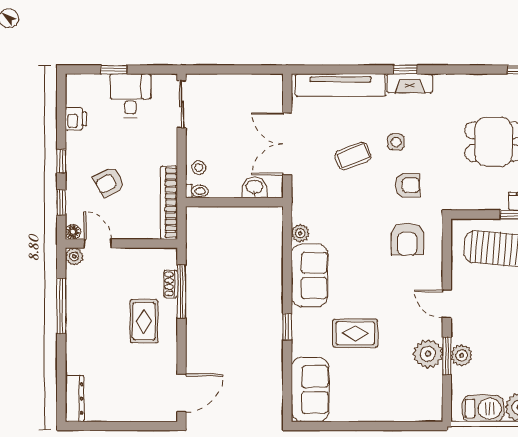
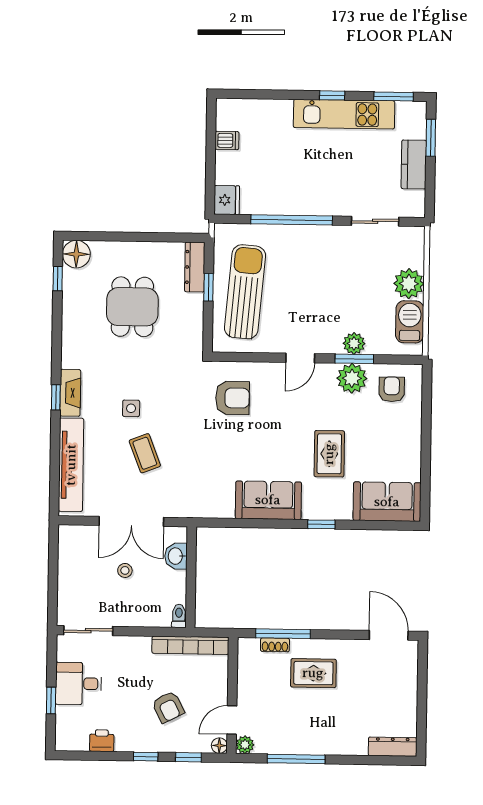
stool: (199, 168) -> (125, 570), moved
armchair: (407, 185) -> (392, 389), moved
plant: (300, 233) -> (225, 509), removed

